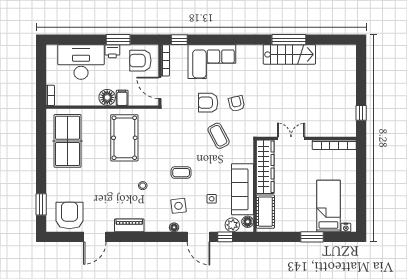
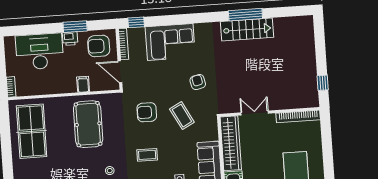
floor lamp: (107, 97) -> (68, 85), removed
armchair: (208, 103) -> (147, 112), moved

